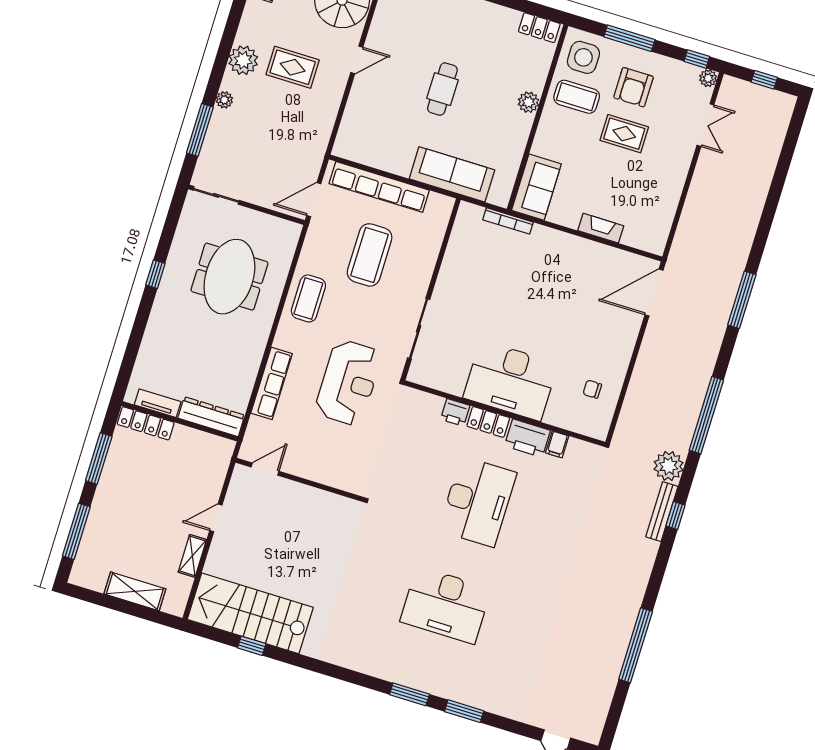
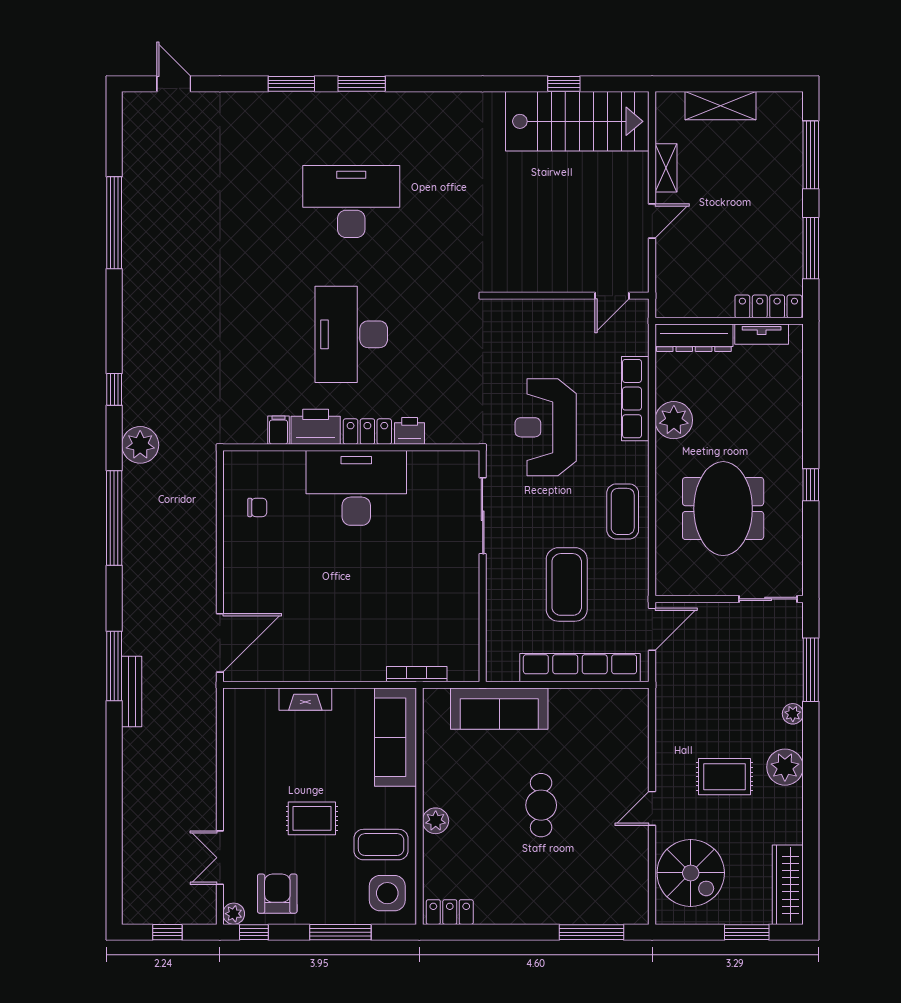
armchair: (633, 87) -> (277, 894), moved
sofa: (536, 187) -> (396, 737), width x1.36
plant: (247, 357) -> (674, 420), added
bench: (662, 512) -> (132, 692), moved

